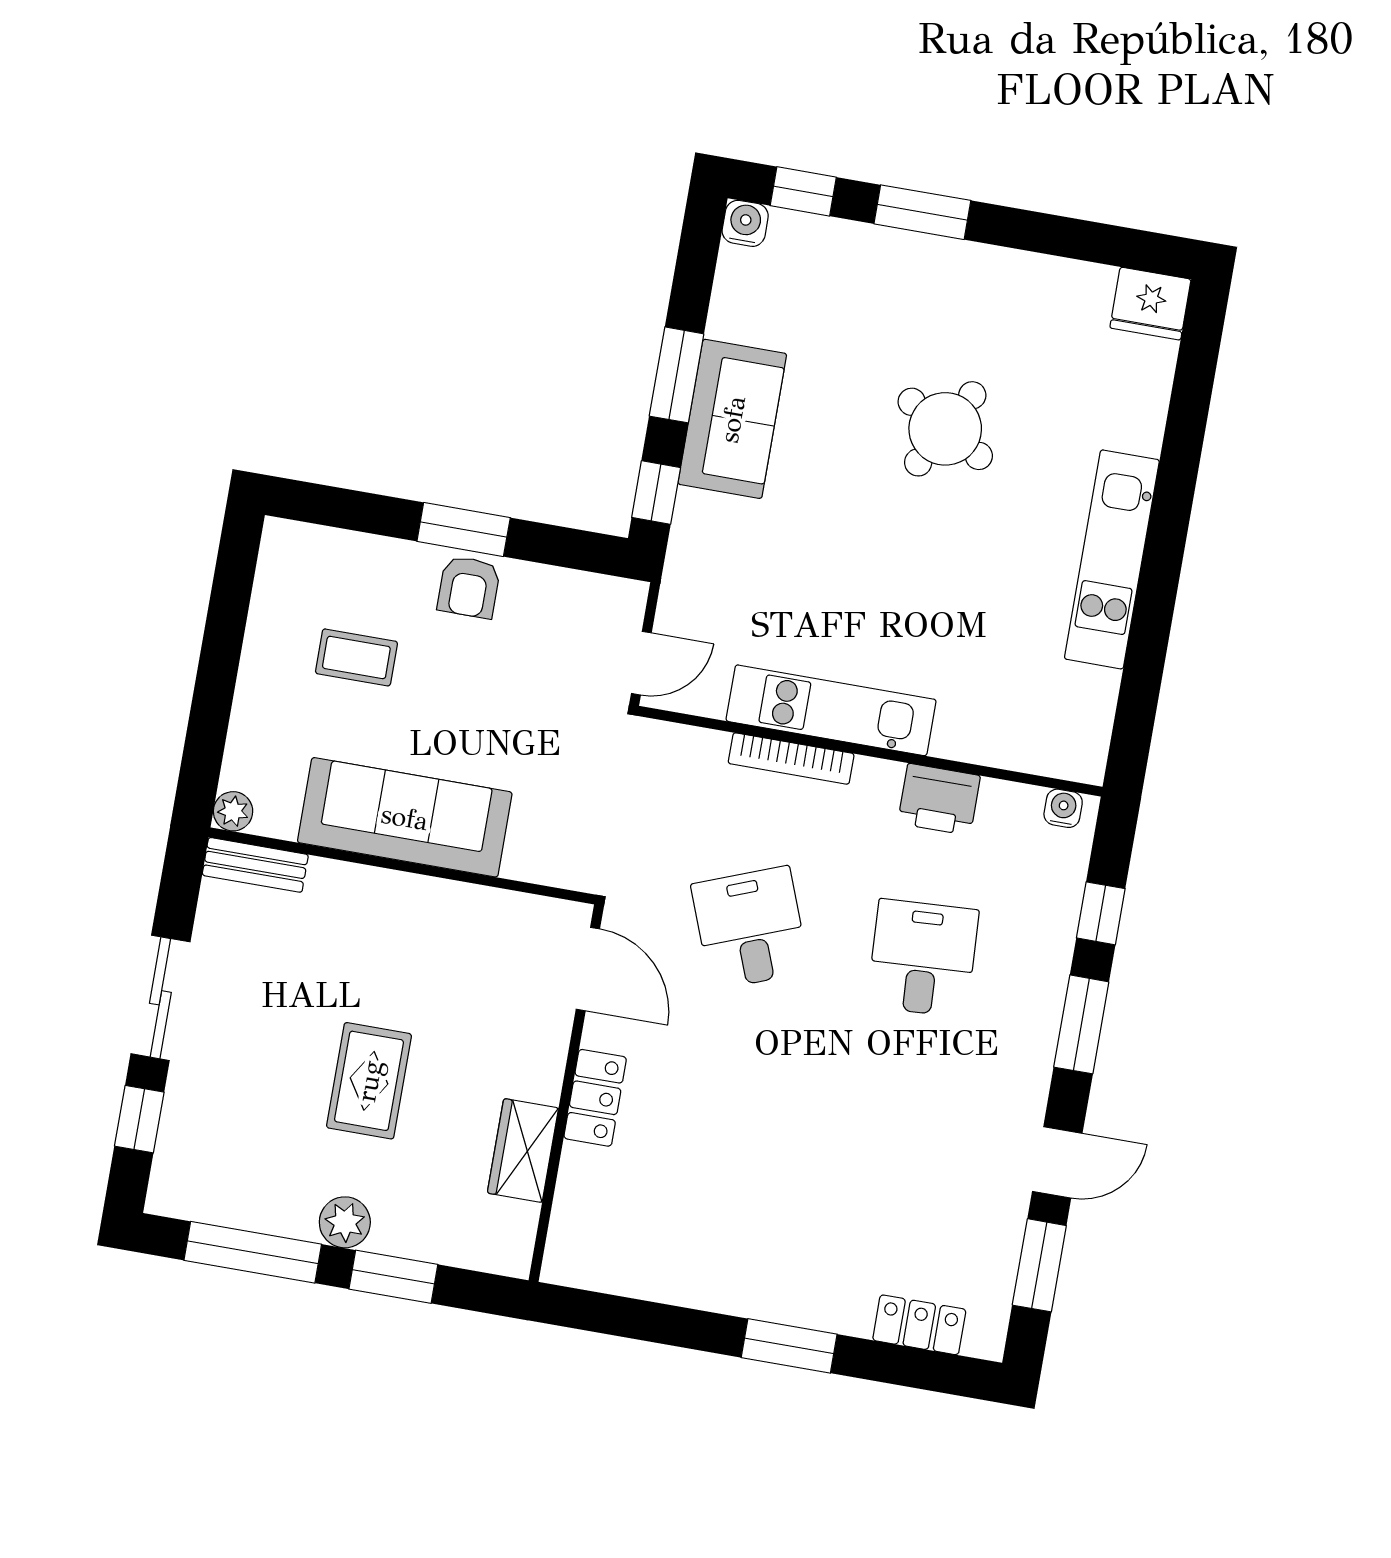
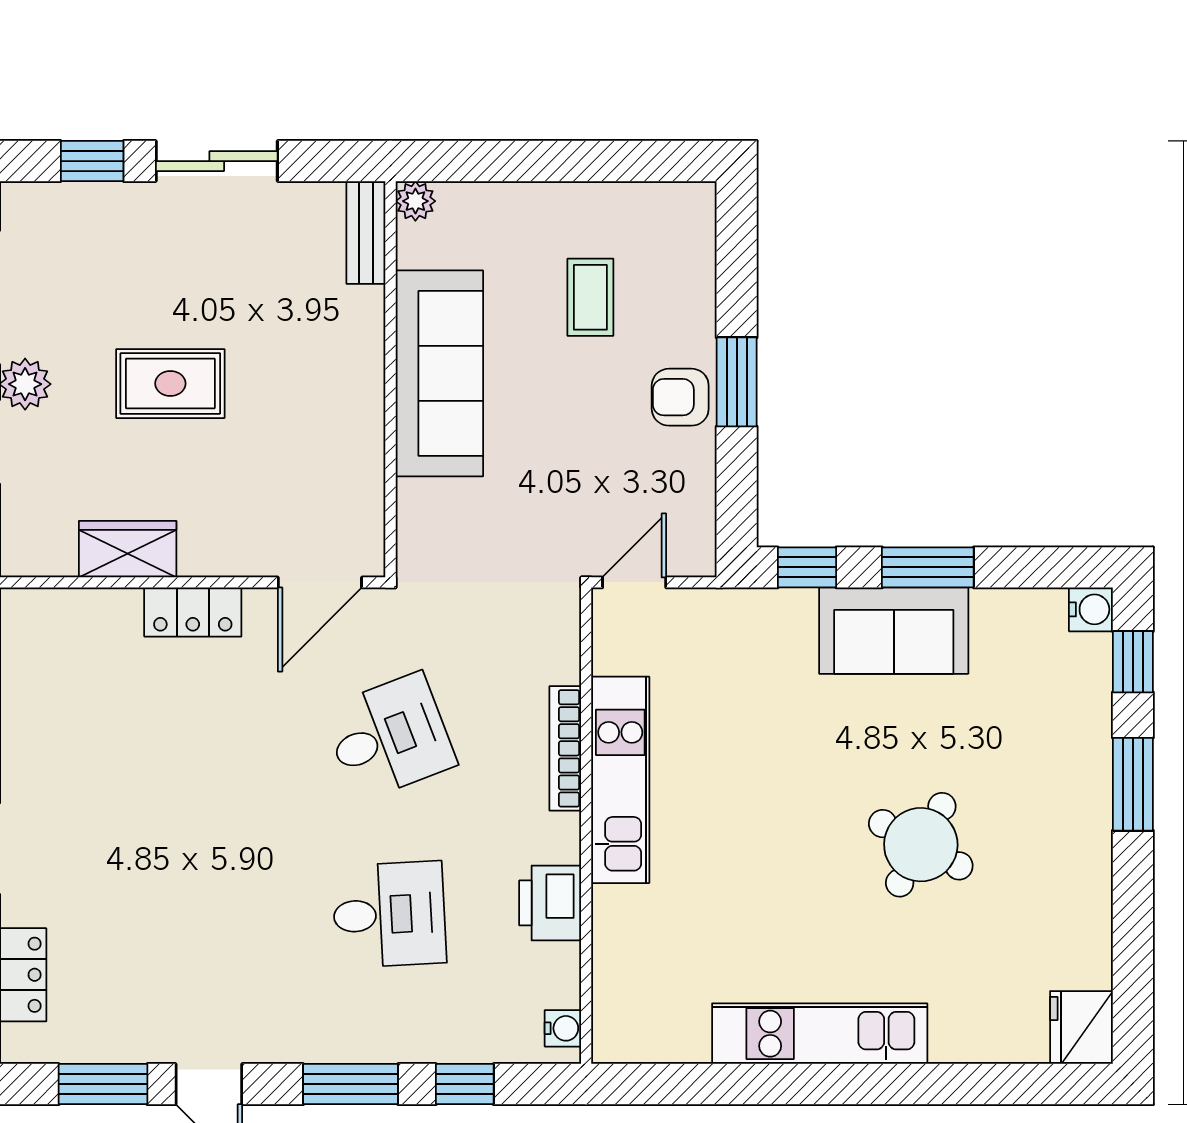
door: (641, 663) -> (634, 582), swing flipped

